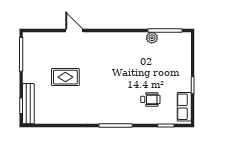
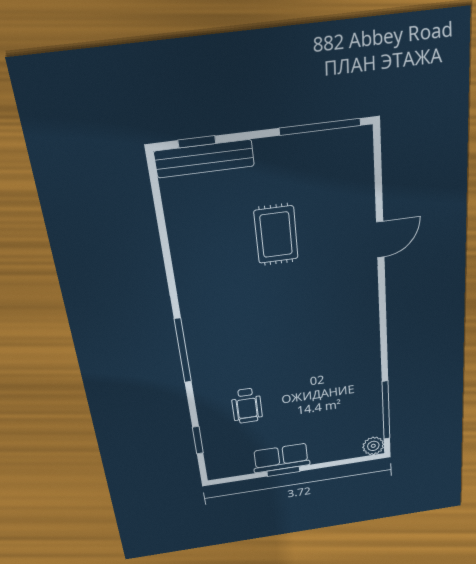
plant: (152, 38) -> (373, 446), moved
row of seats: (184, 107) -> (281, 458), moved

